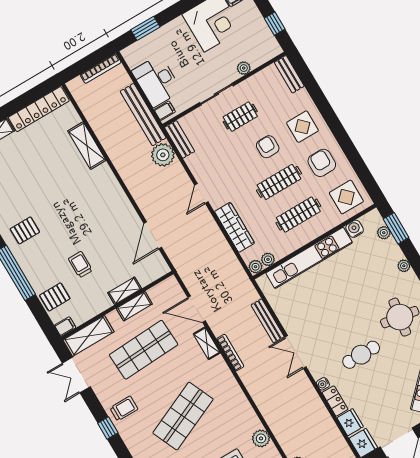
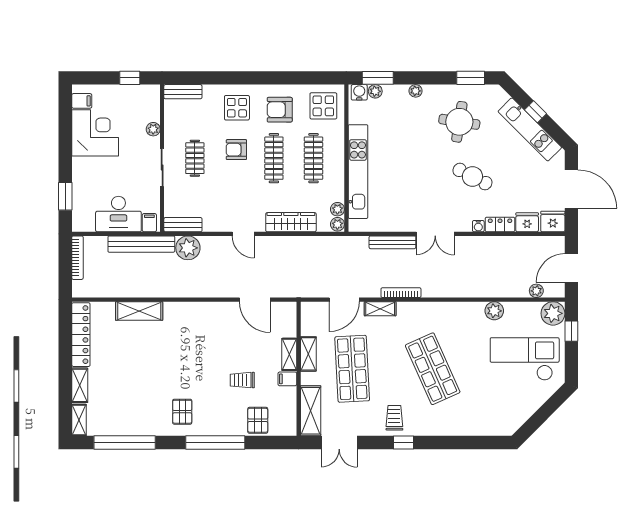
water cooler: (355, 229) -> (359, 92), moved, turned 90
filing cabinet: (65, 326) -> (287, 379), moved, turned -90
cafe table: (361, 355) -> (472, 177), turned -63

